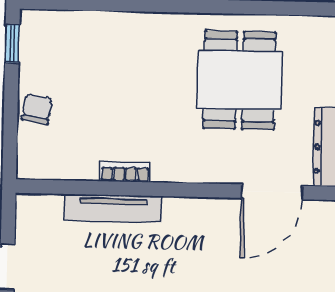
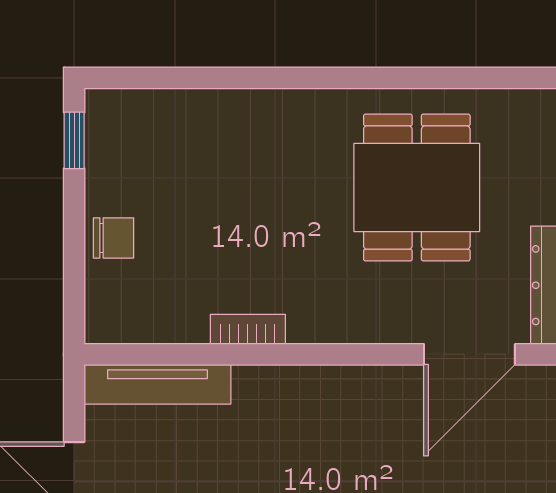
chair: (37, 109) -> (114, 238), turned 81
tv unit: (113, 208) -> (157, 384), moved

